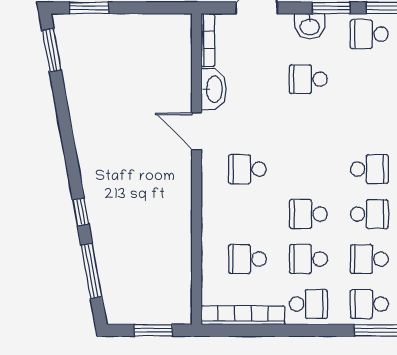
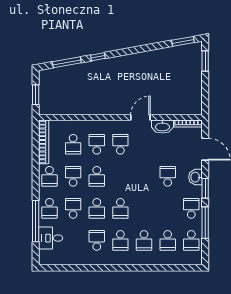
school desk: (247, 214) -> (97, 144), added
school desk: (308, 214) -> (97, 176), turned 180
school desk: (247, 259) -> (73, 144), turned 180
school desk: (369, 304) -> (49, 208), turned 180

